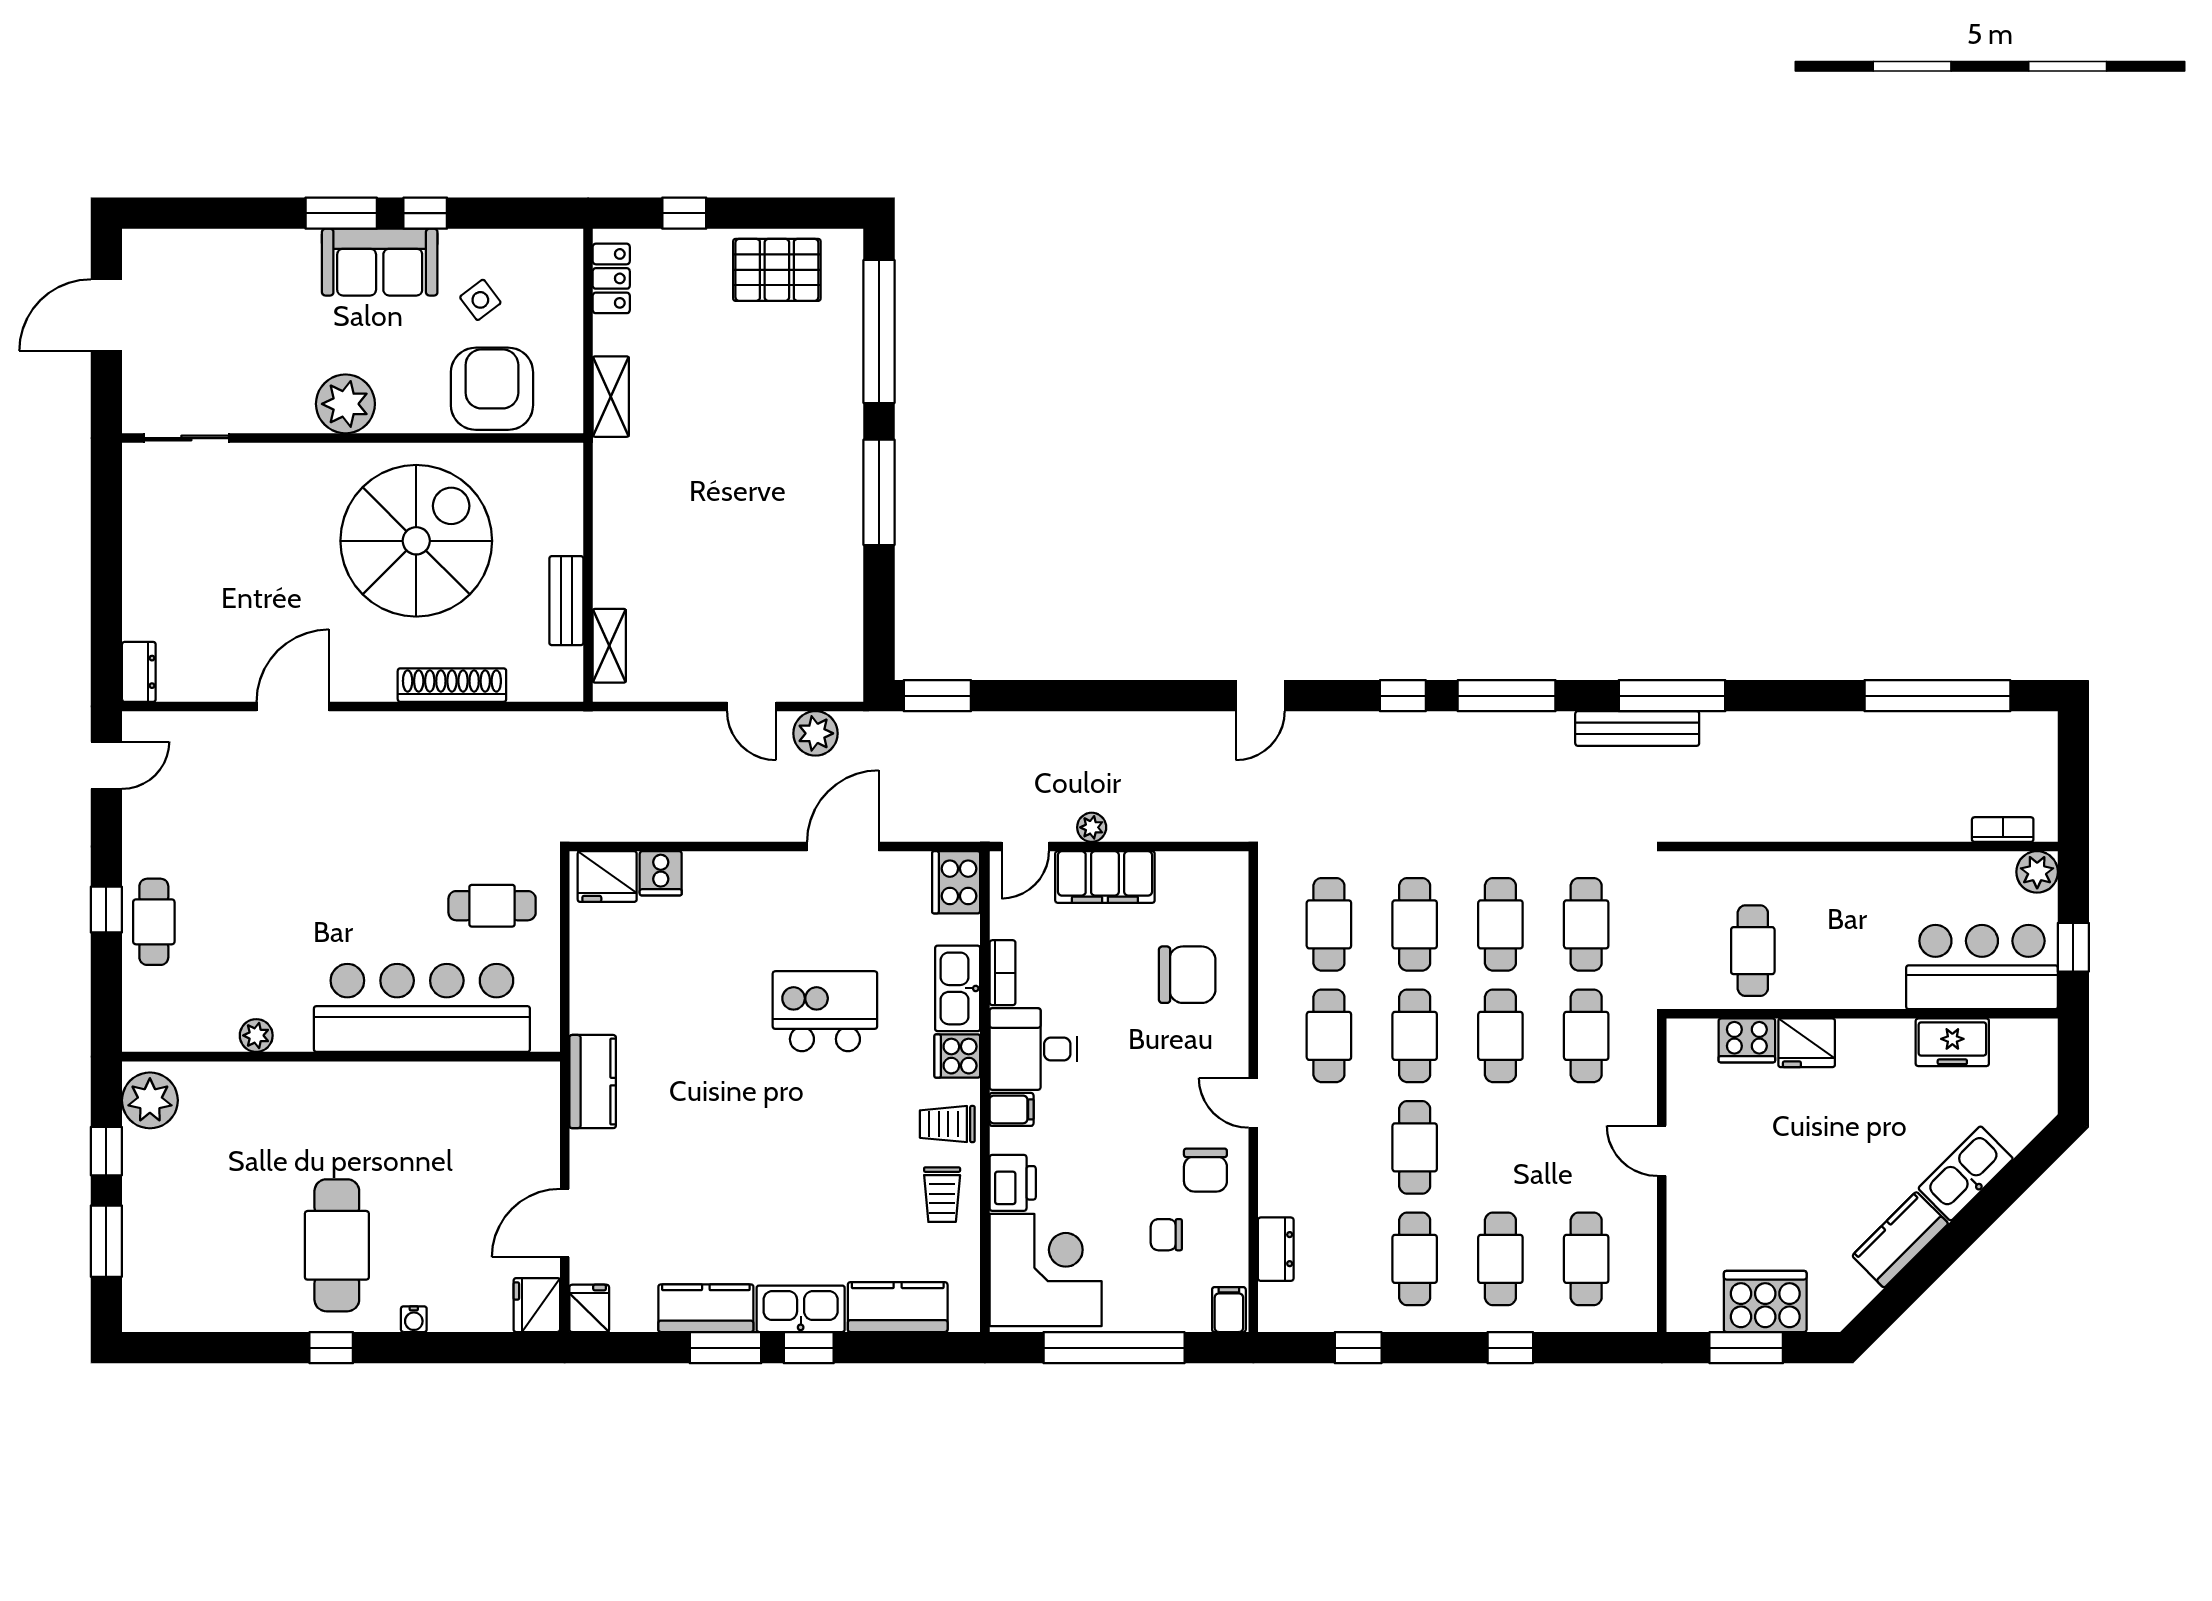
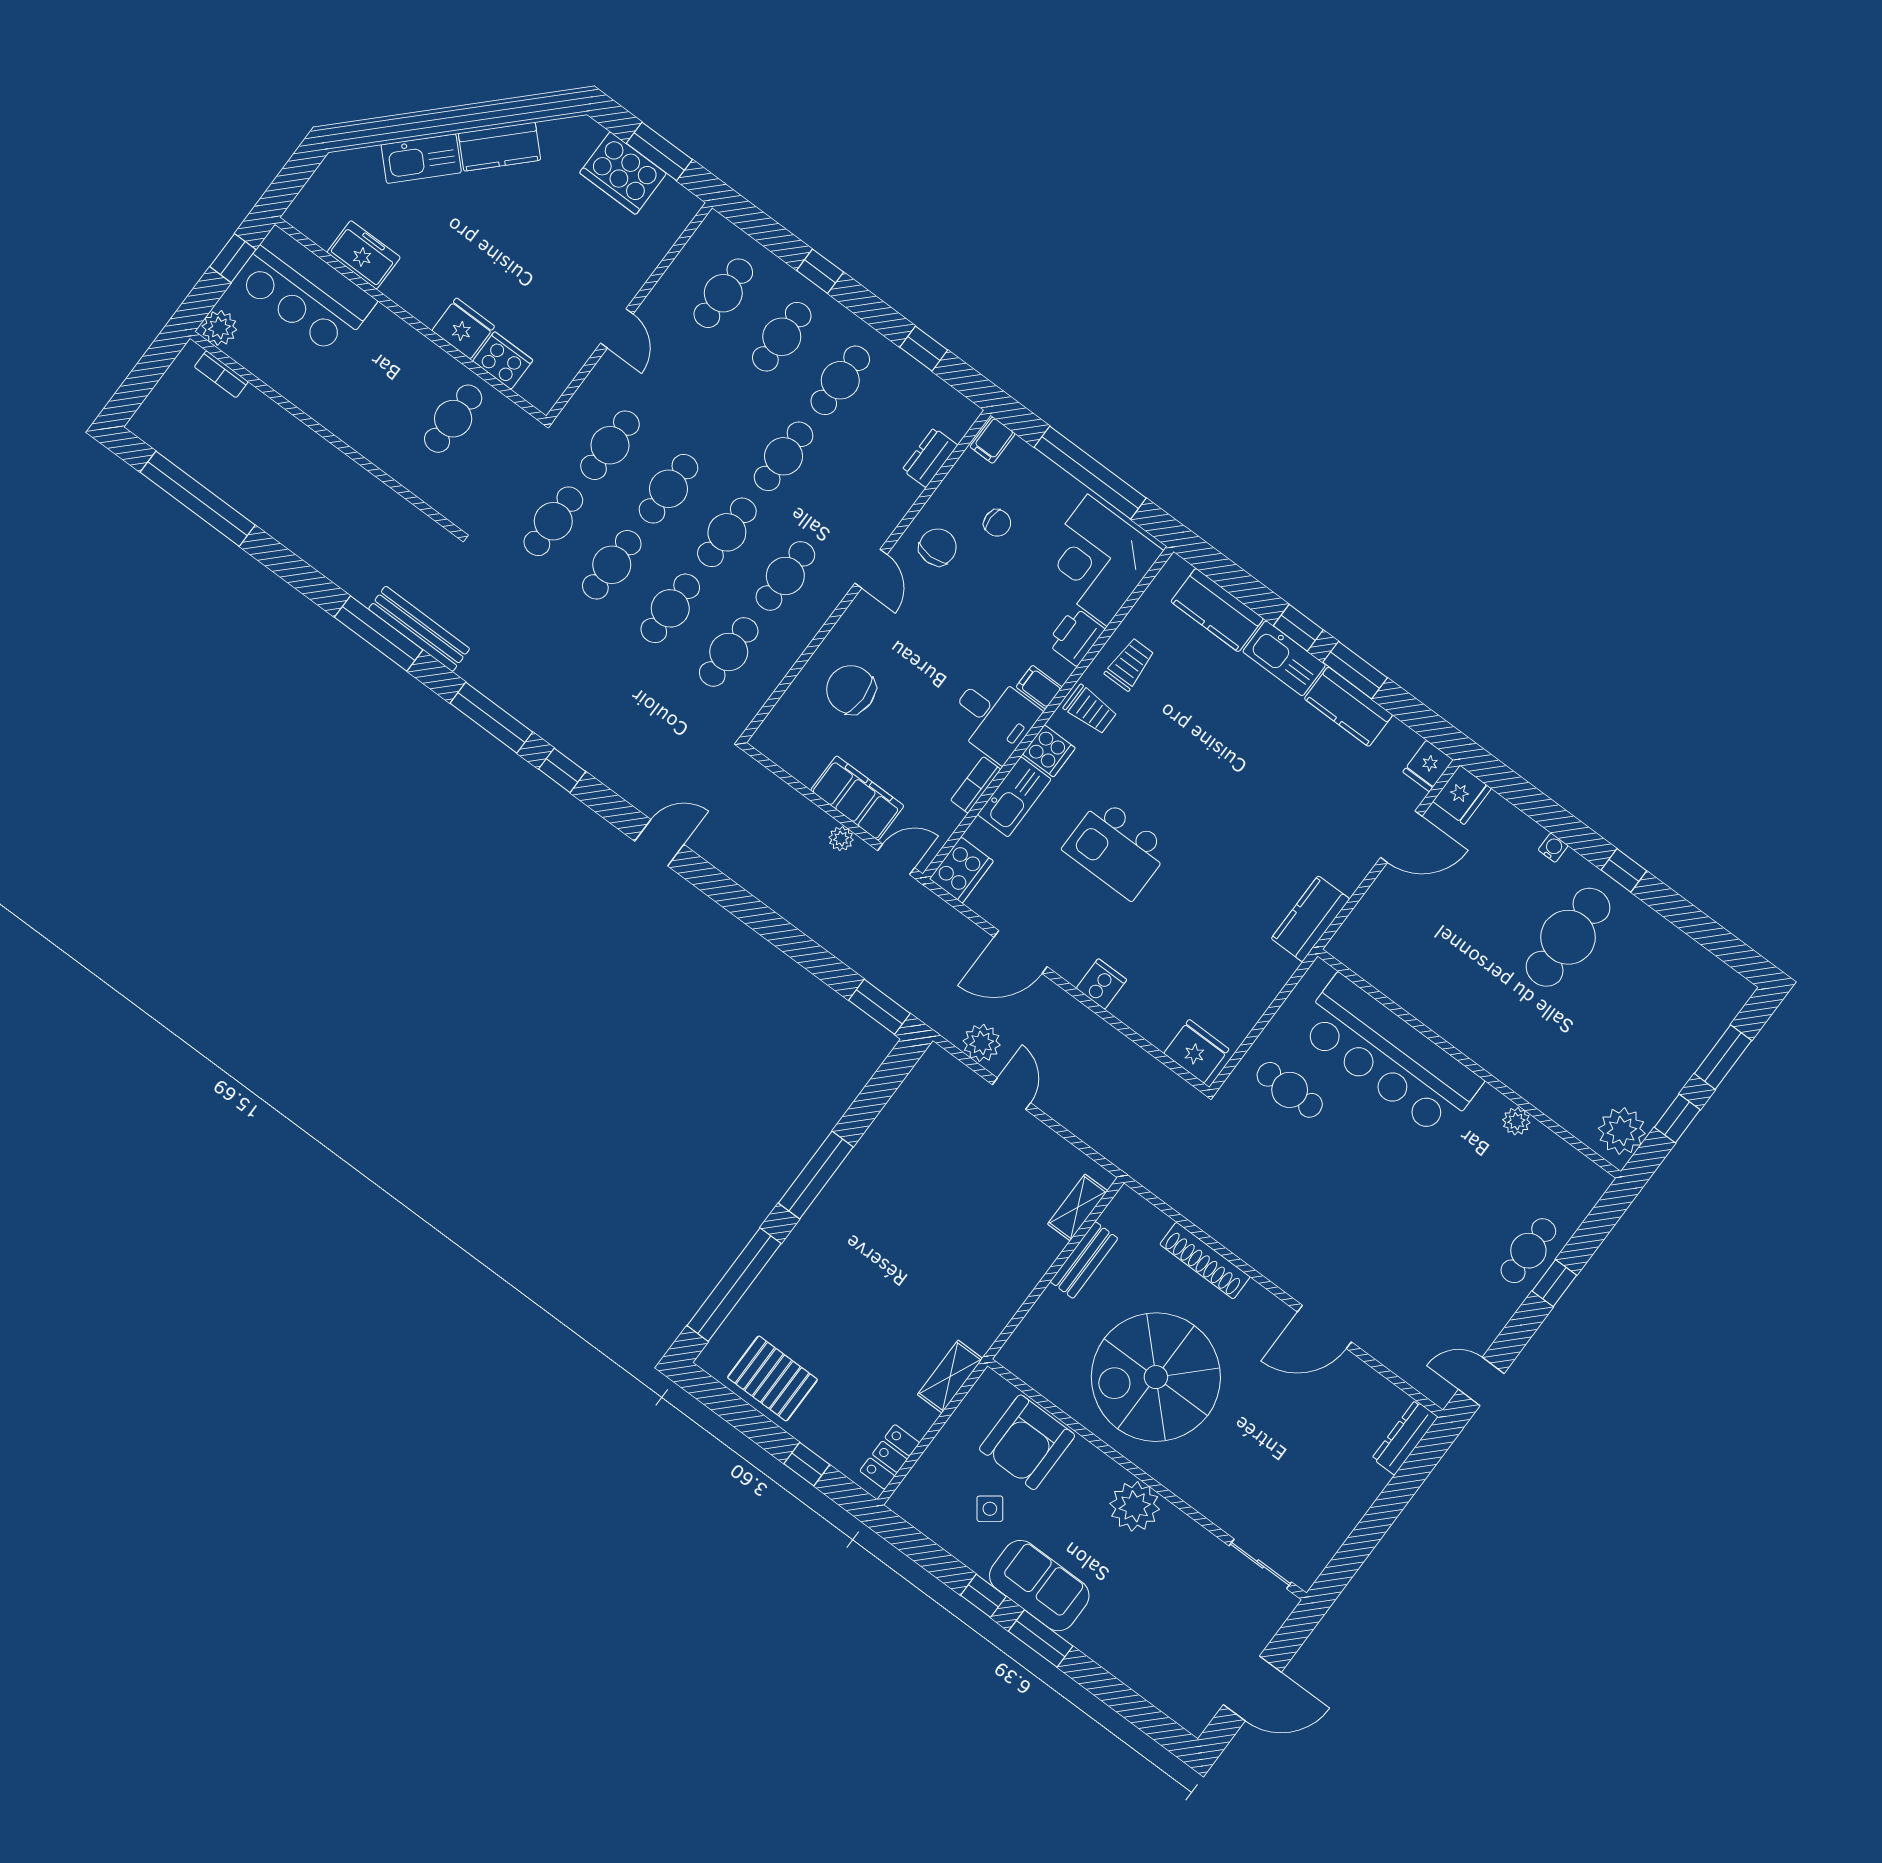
dresser: (139, 672) -> (1405, 1438), width x1.44
cooker: (661, 873) -> (1102, 984), moved

